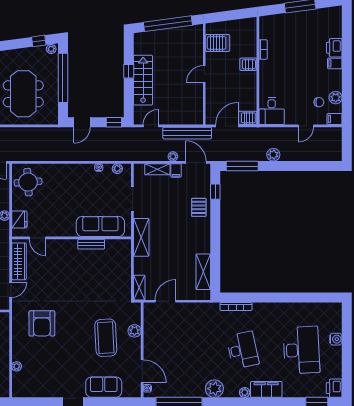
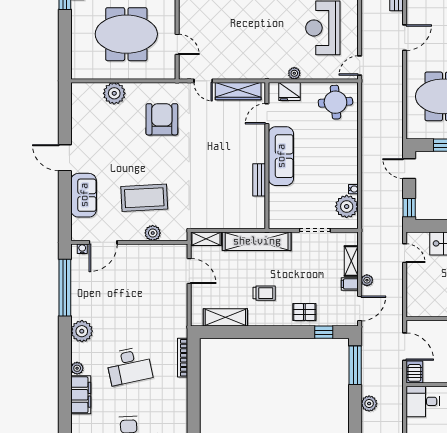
bench: (187, 133) -> (396, 298), removed
plant: (117, 169) -> (347, 206), width x1.88, depth x1.88
sofa: (100, 226) -> (281, 156), moved
shelving: (141, 237) -> (257, 241), width x1.47
trolley: (183, 240) -> (264, 293), added
armchair: (42, 323) -> (162, 119), turned 90
plant: (17, 366) -> (114, 93), width x1.88, depth x1.88

